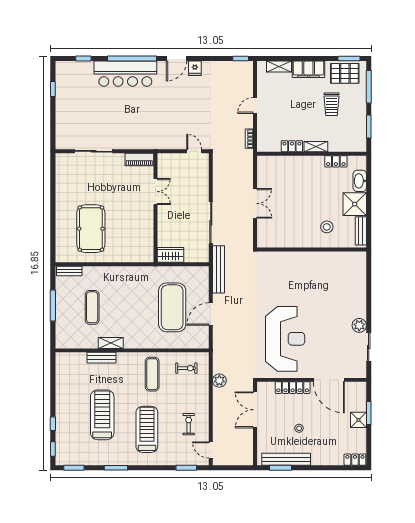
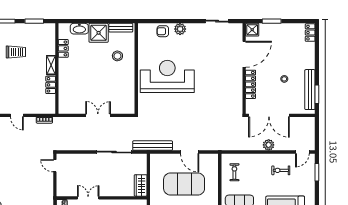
door: (194, 151) -> (55, 166), hinge flipped
armchair: (357, 282) -> (163, 31), added
plant: (359, 325) -> (180, 29), moved
reception desk: (285, 339) -> (167, 76), moved
plant: (219, 381) -> (269, 145), moved
double door: (255, 410) -> (269, 115), width x1.36
shower: (358, 420) -> (252, 30), moved

